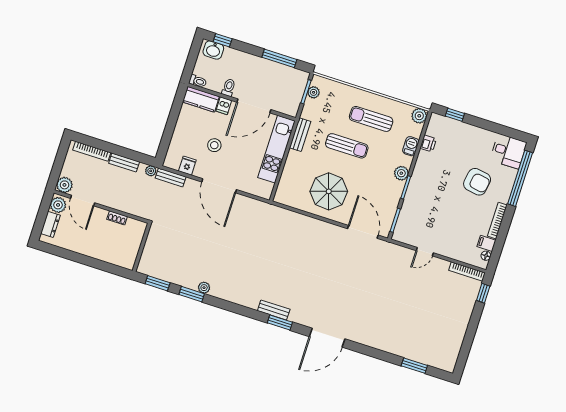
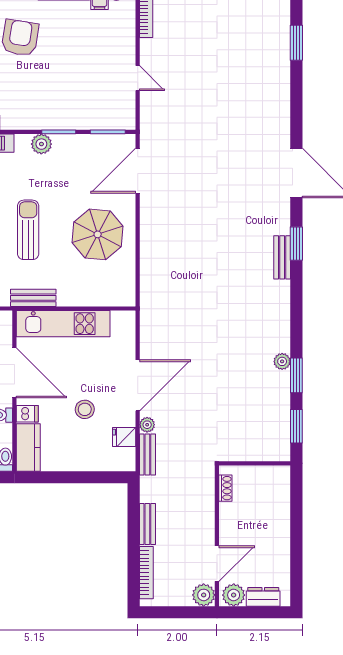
plant: (151, 171) -> (147, 425), moved
shoe rack: (117, 218) -> (225, 488), moved

